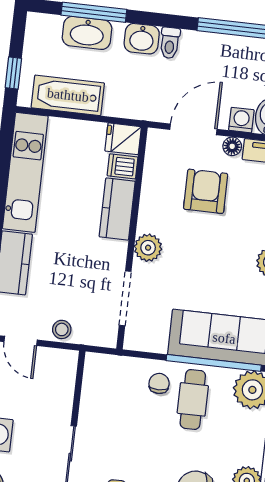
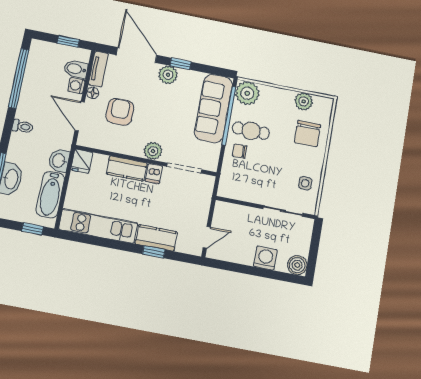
washbasin: (142, 39) -> (59, 161), moved, turned 180
dishwasher: (123, 166) -> (154, 174), moved
armchair: (206, 191) -> (120, 112), turned 90
stool: (62, 329) -> (201, 210), removed

